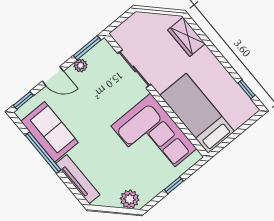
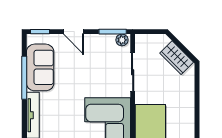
wardrobe: (186, 37) -> (177, 58), moved, turned -45
plant: (81, 65) -> (122, 40), moved

